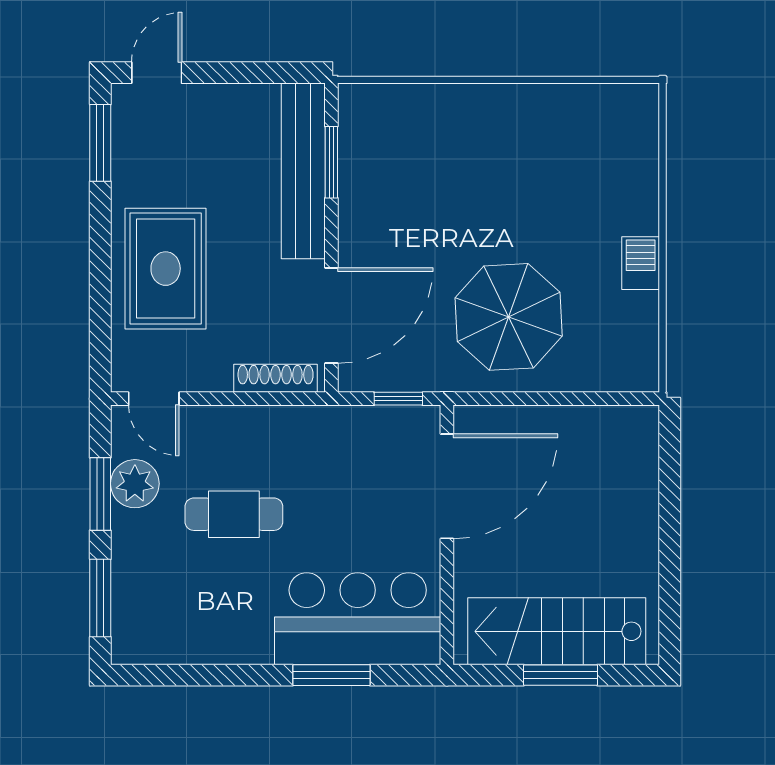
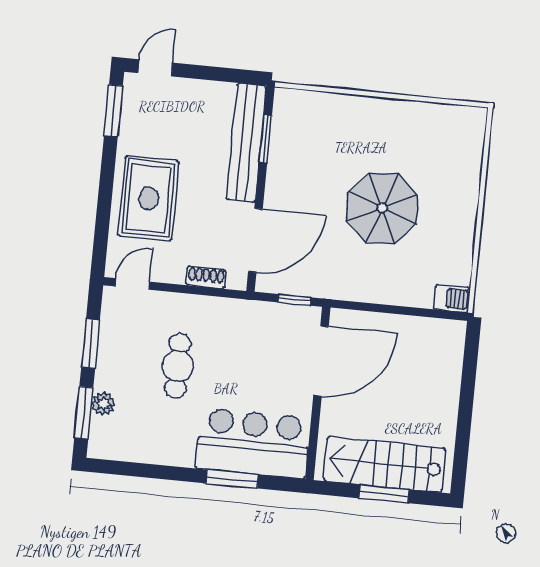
barbecue: (641, 263) -> (452, 299), moved, turned 90
parasol: (509, 317) -> (382, 208), moved
shoe rack: (276, 378) -> (206, 278), width x0.70
door: (154, 399) -> (132, 284), swing flipped
plant: (135, 484) -> (103, 404), moved, width x0.73, depth x0.73
cafe table: (234, 514) -> (178, 366), turned 90

